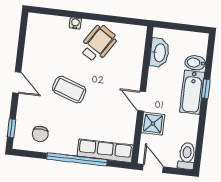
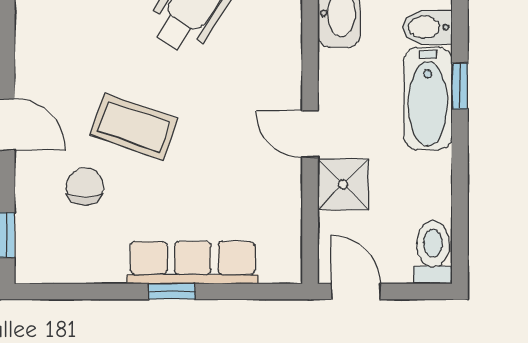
chair: (40, 134) -> (85, 186), moved, turned 180
row of seats: (105, 151) -> (193, 263), moved
window: (77, 159) -> (172, 292), width x0.32

